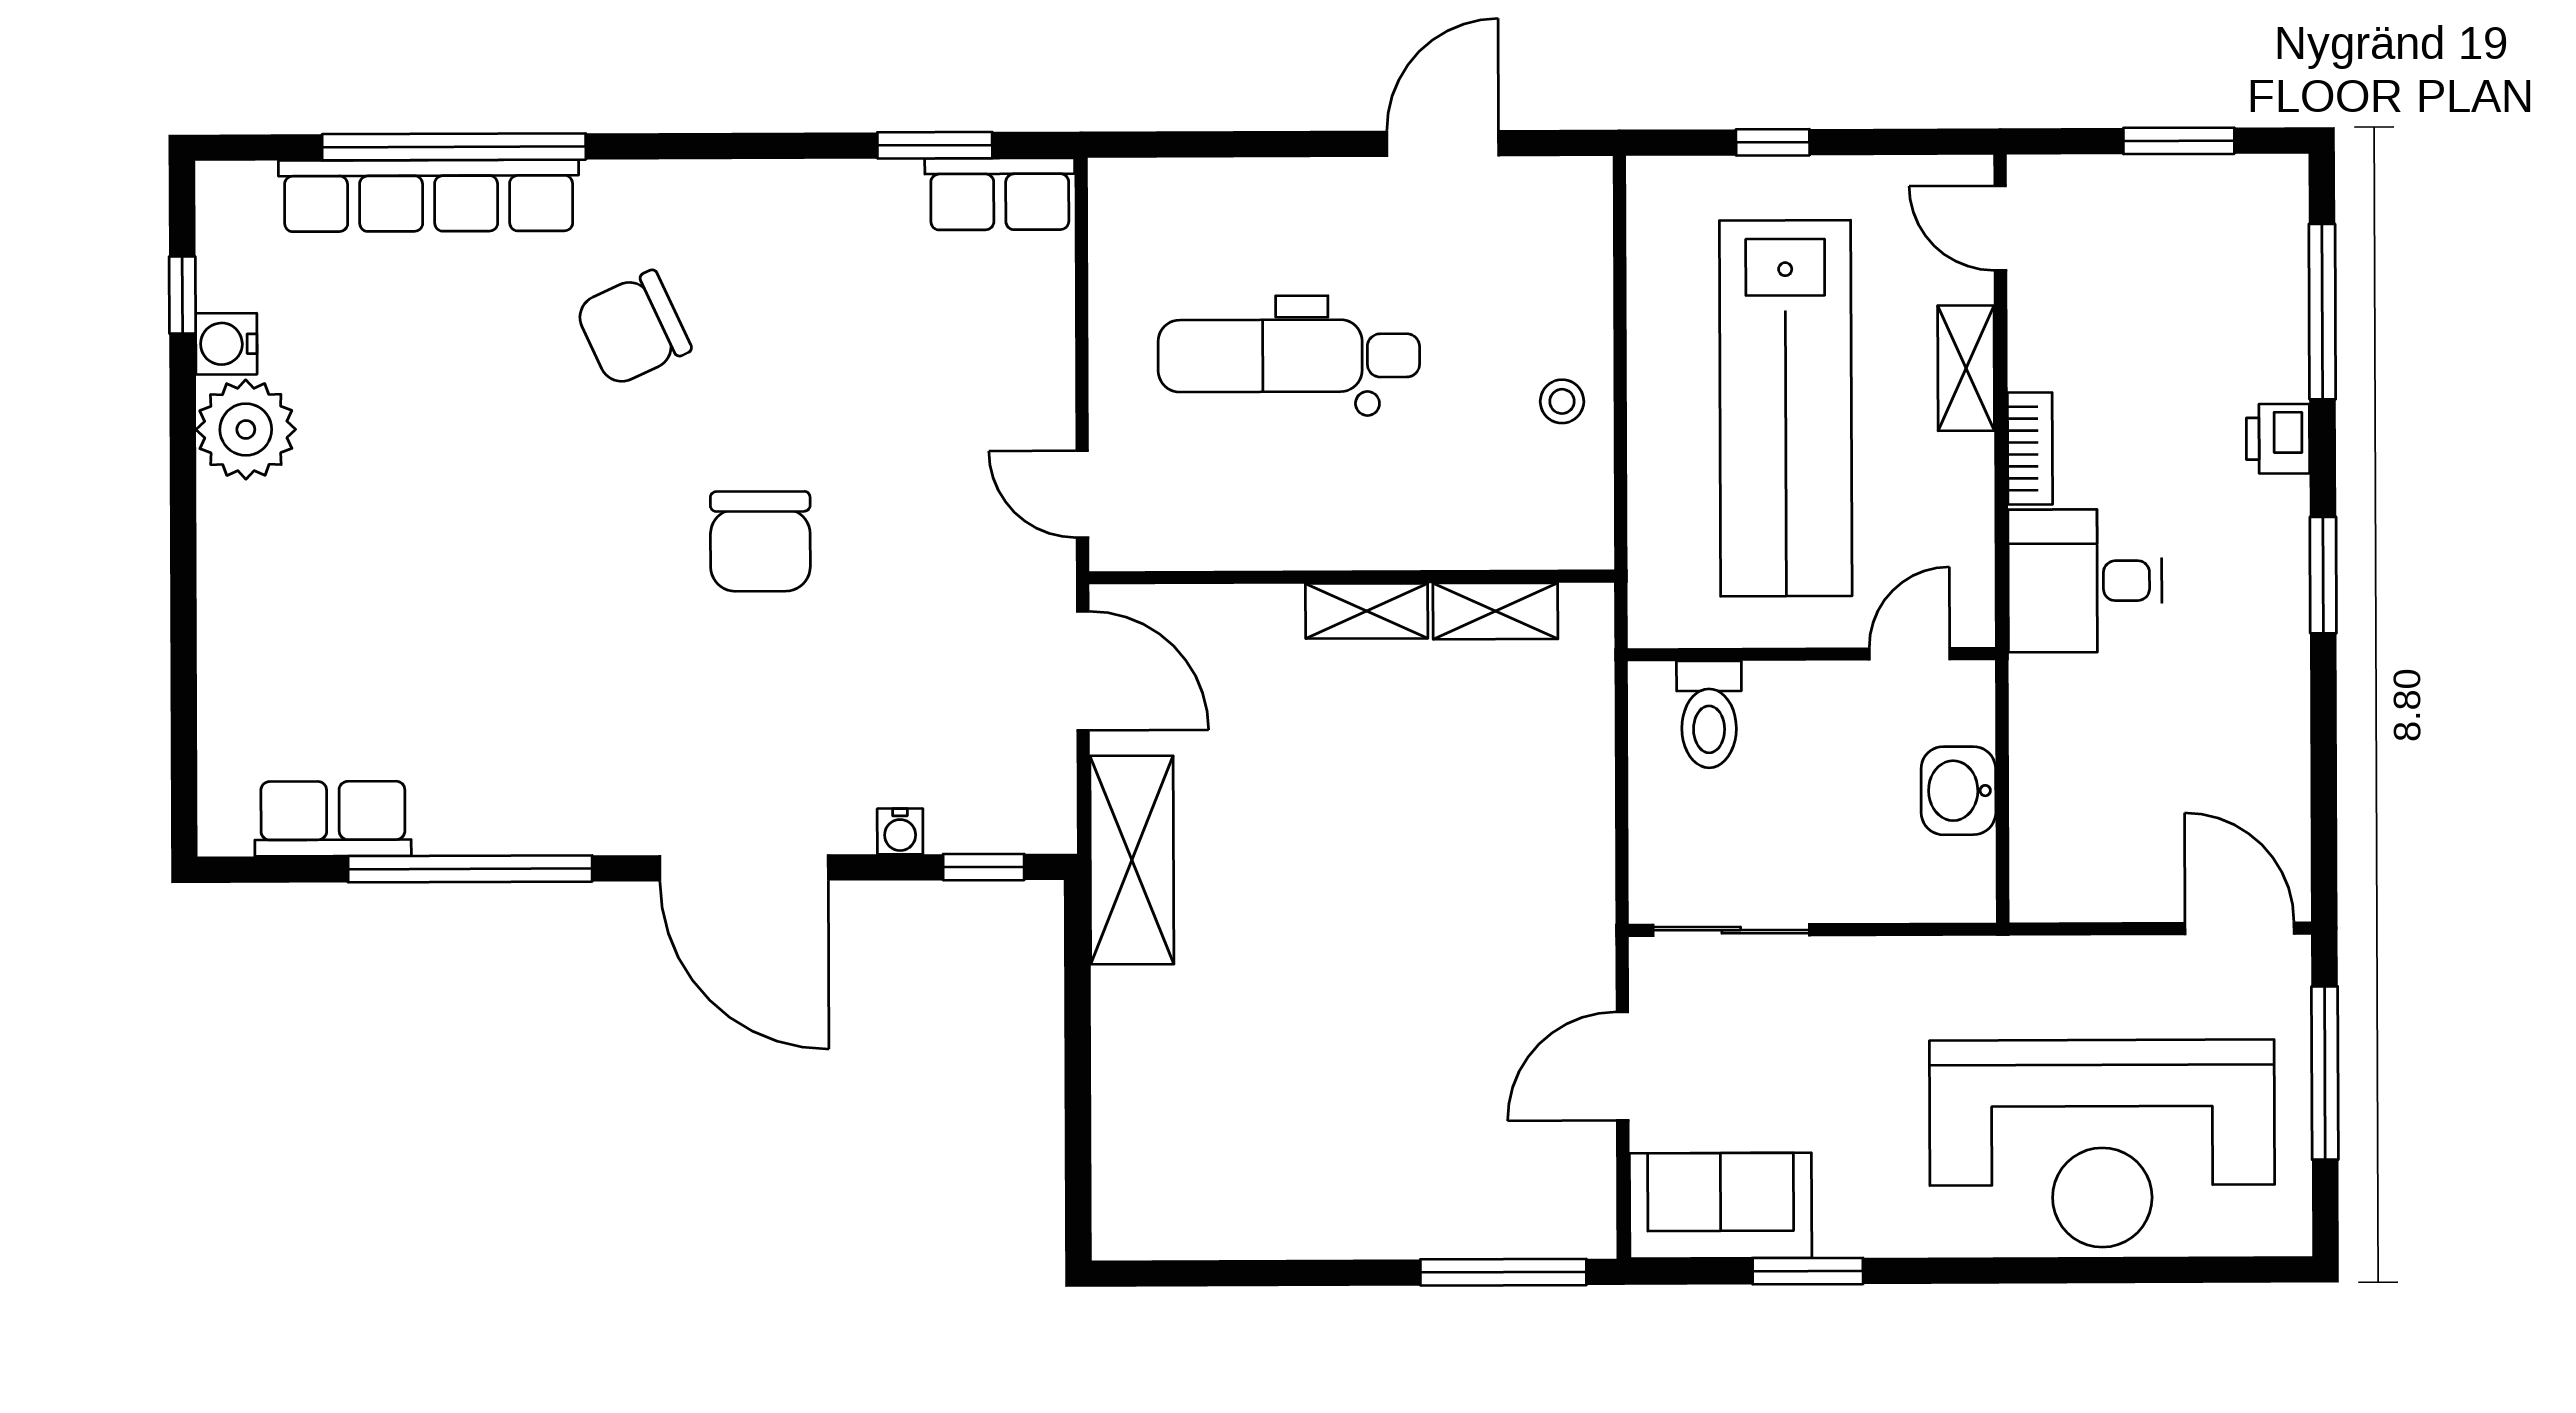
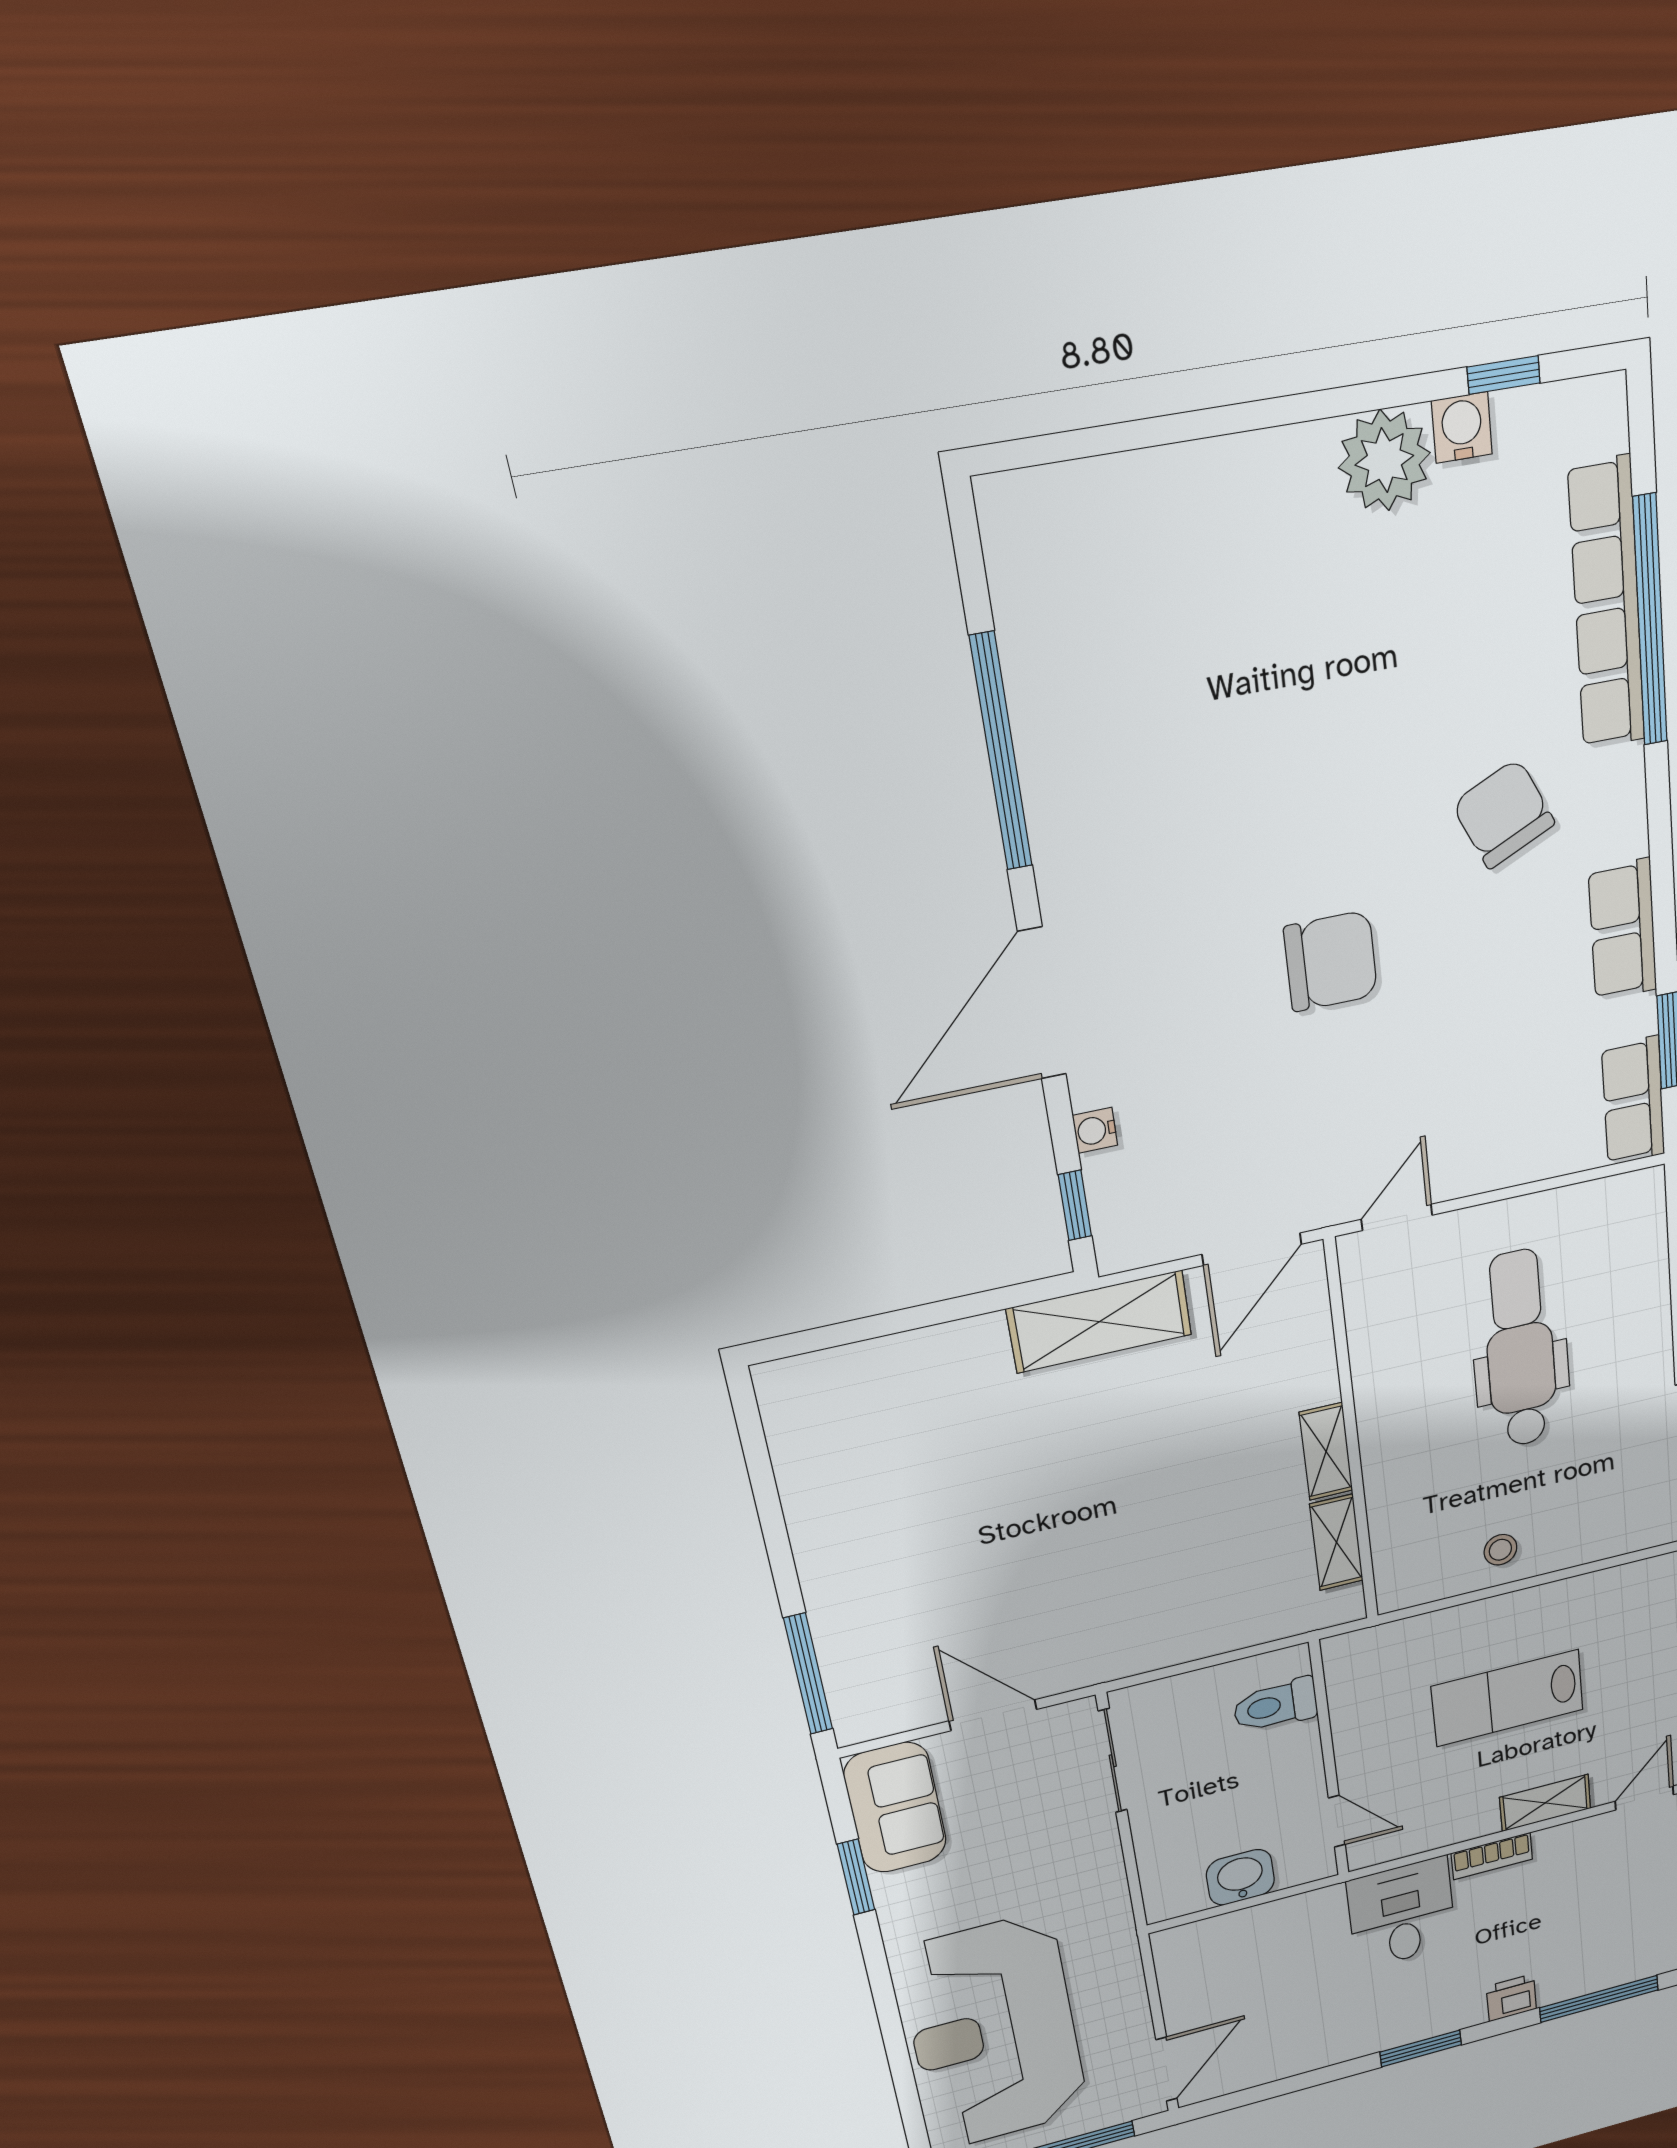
lab bench: (1786, 408) -> (1508, 1698), width x0.54, depth x0.72
chair: (760, 541) -> (1331, 961), turned 180
row of seats: (333, 819) -> (1623, 930), moved, turned 180

